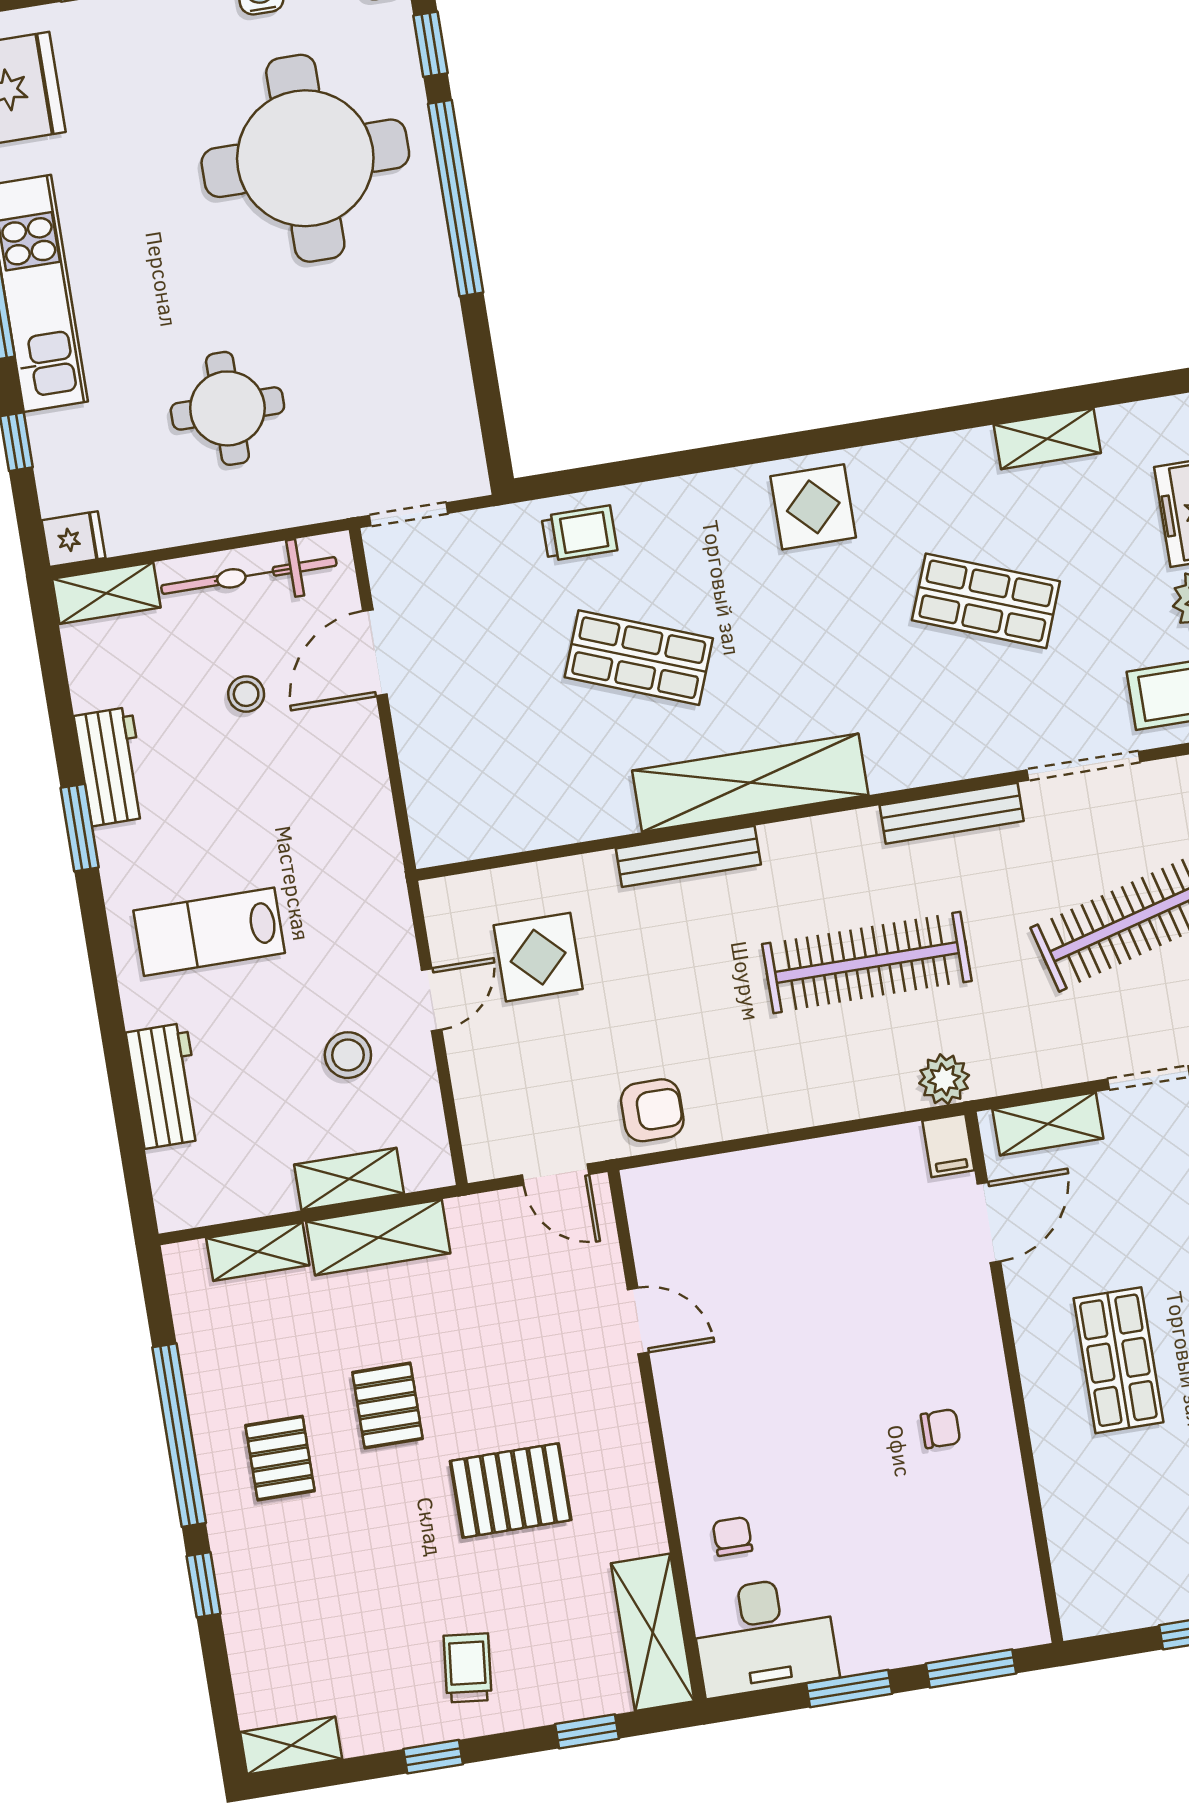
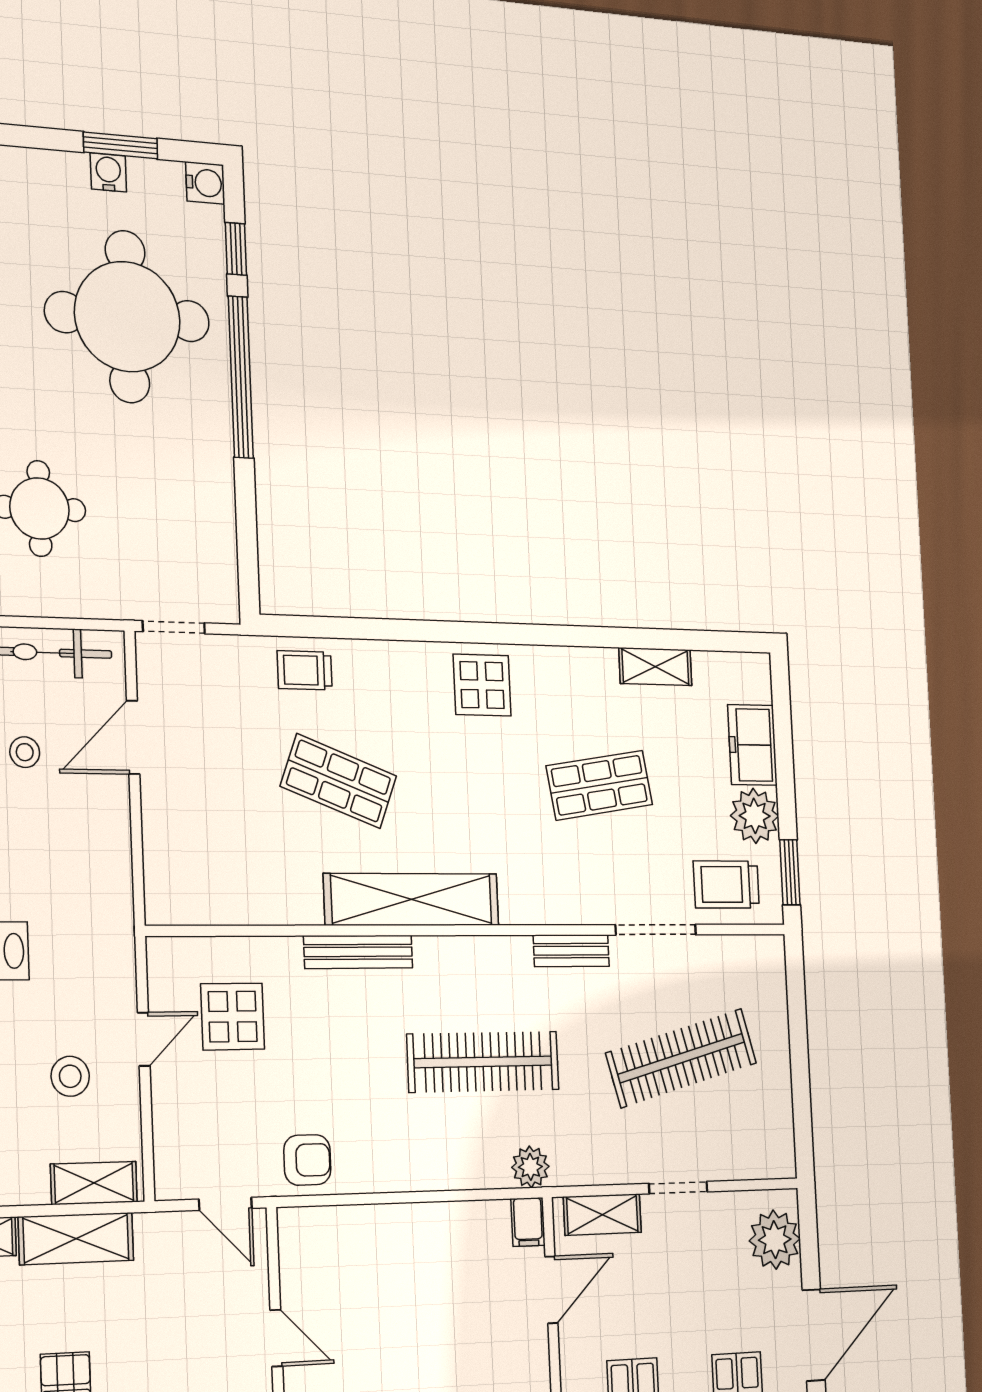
trolley: (579, 533) -> (305, 670), turned 180
shop shelf: (986, 601) -> (599, 785), turned -30
bench: (952, 813) -> (571, 951), width x0.73
shelving: (349, 1179) -> (94, 1183), moved

